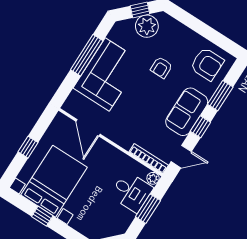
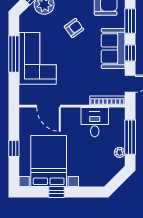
armchair: (161, 68) -> (74, 28), turned -126
plant: (153, 178) -> (120, 152), moved
desk: (131, 192) -> (95, 122), moved, turned -90
window: (148, 209) -> (130, 137), width x1.44

